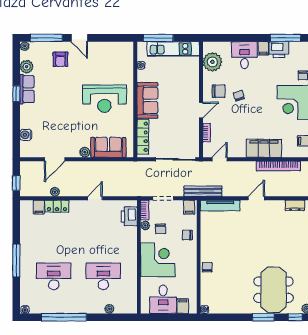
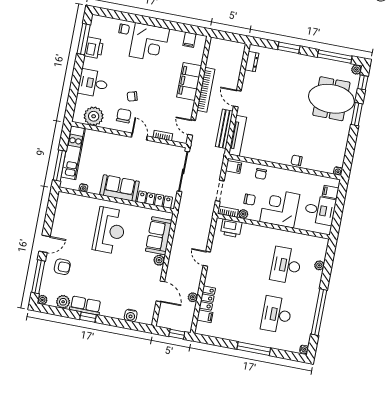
filing cabinet: (263, 48) -> (90, 63), removed
bookcase: (278, 166) -> (206, 90), moved
bench: (203, 191) -> (224, 129), moved

